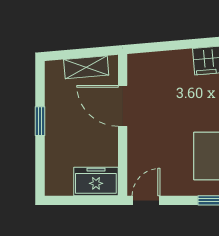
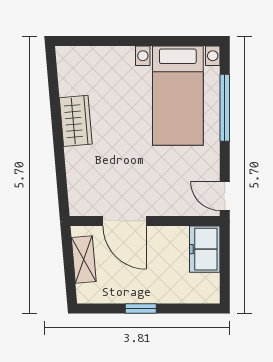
door: (123, 106) -> (125, 221), hinge flipped

